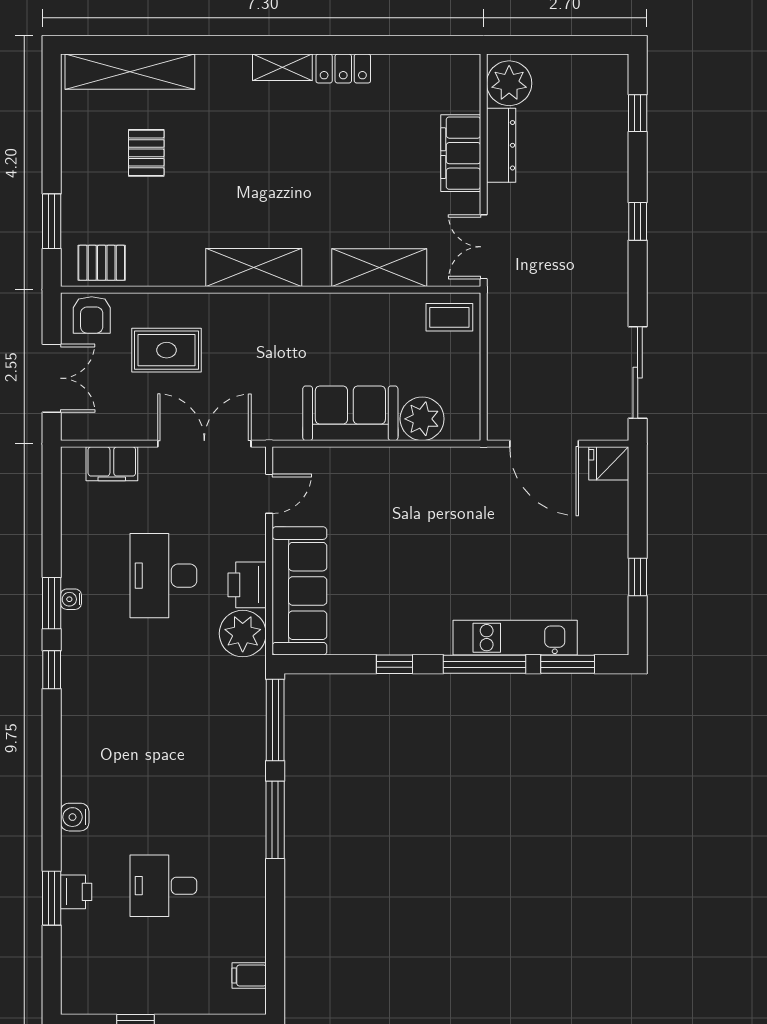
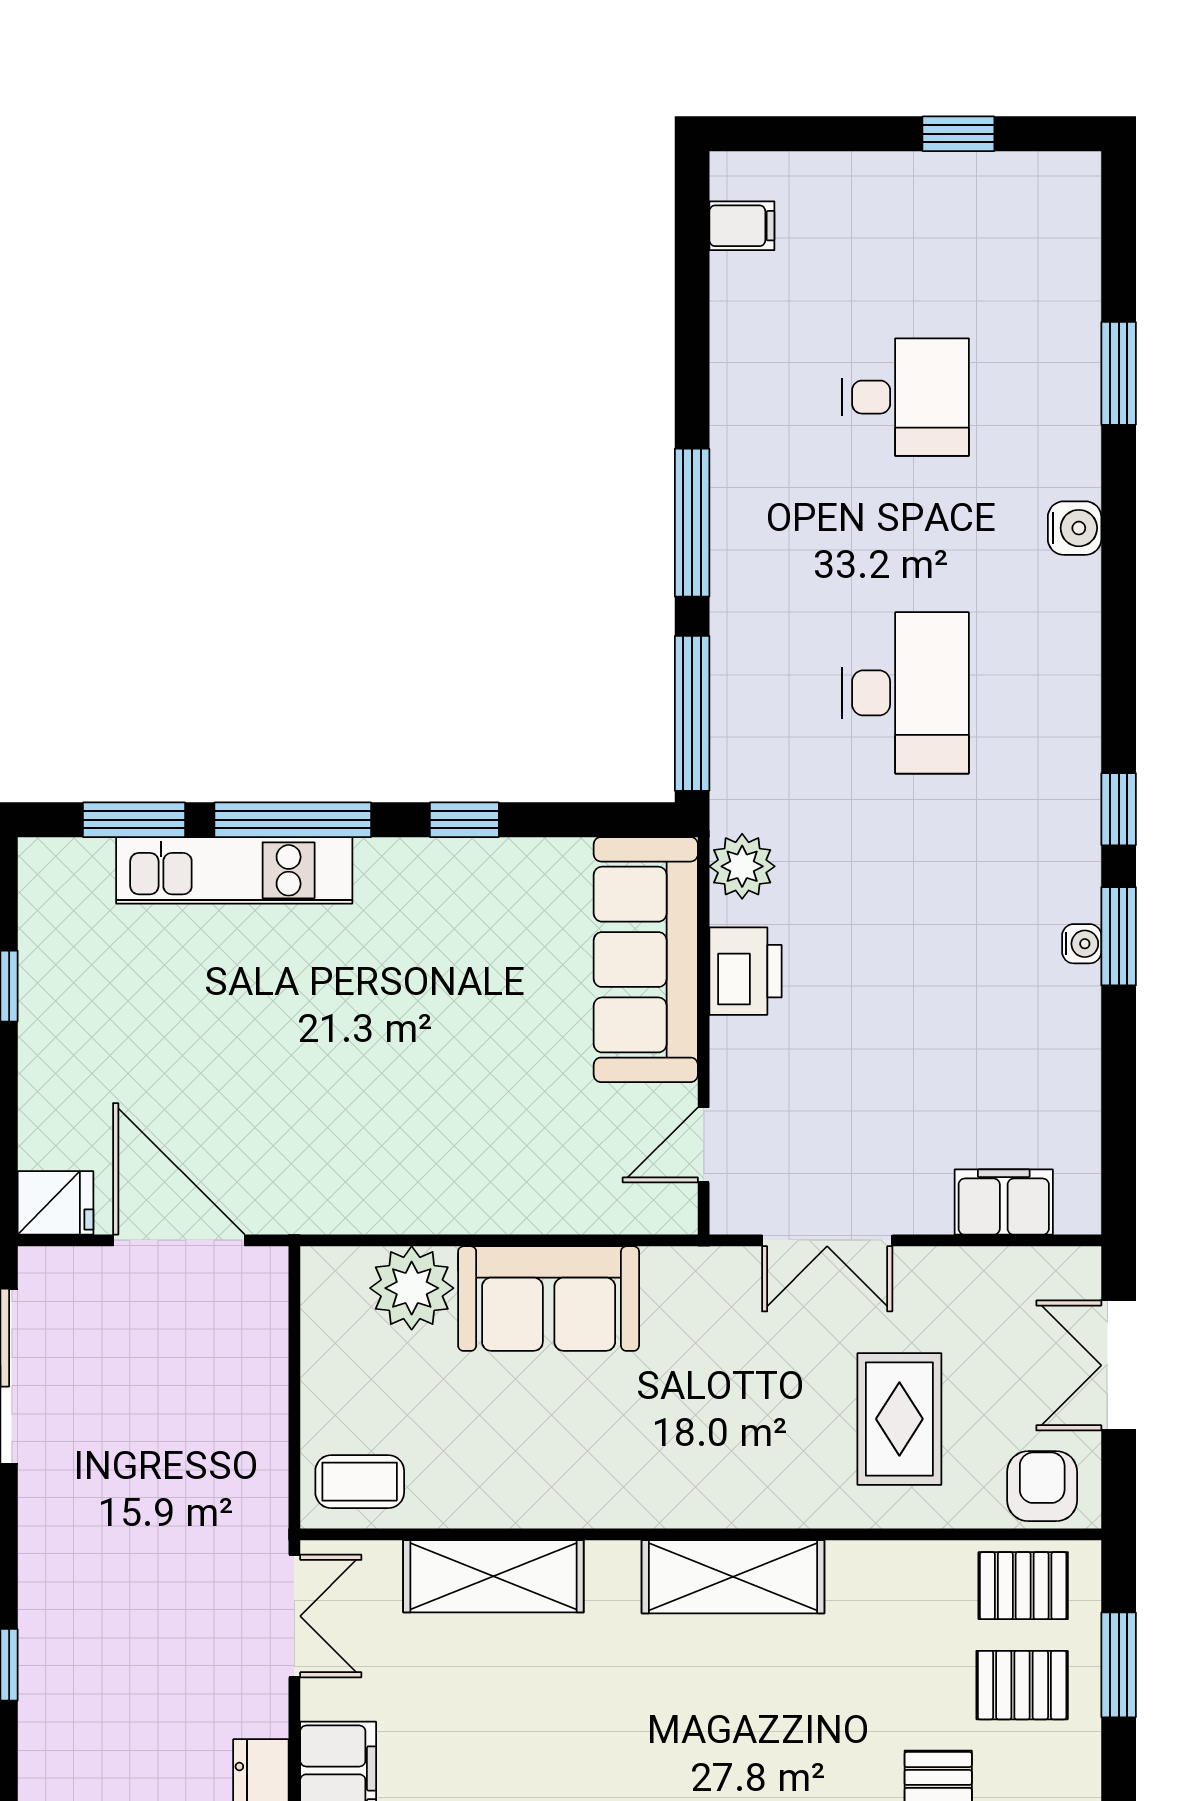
pallet: (102, 211) -> (1022, 1685), added
rug: (167, 350) -> (899, 1419), turned 90
double door: (204, 444) -> (827, 1240), width x0.73
desk: (163, 576) -> (905, 693), moved
plant: (243, 634) -> (742, 866), width x0.73, depth x0.73
printer: (76, 892) -> (1072, 385), removed

